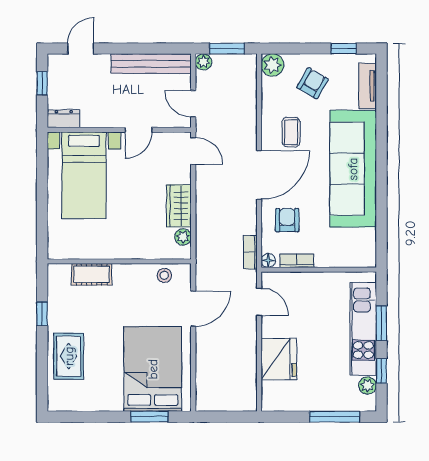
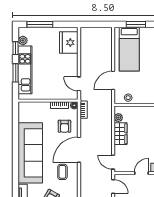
fridge: (279, 359) -> (69, 43), moved
bed: (153, 369) -> (129, 49), width x0.67

